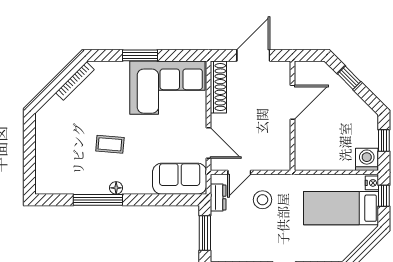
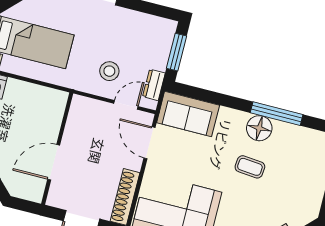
floor lamp: (116, 188) -> (259, 128), width x1.89, depth x1.89

